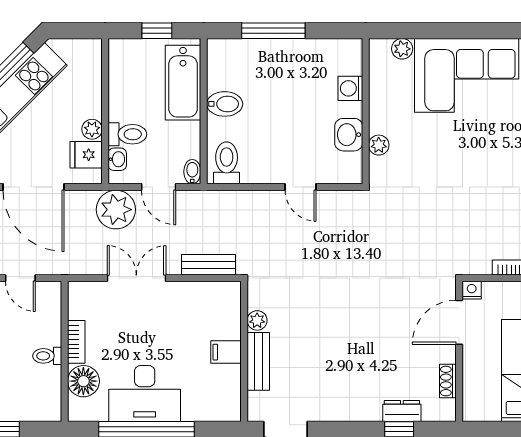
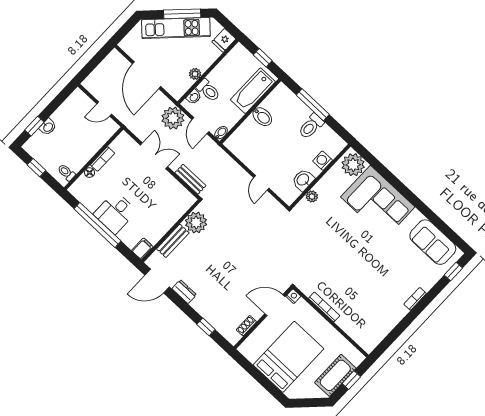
plant: (402, 49) -> (353, 165), width x1.87, depth x1.87
fridge: (86, 155) -> (224, 40), moved, turned -90
toilet: (227, 163) -> (311, 126), moved, turned 180
door: (20, 278) -> (104, 109), hinge flipped
plant: (257, 320) -> (196, 223), width x1.88, depth x1.88
filing cabinet: (226, 352) -> (142, 249), moved, turned 90
toilet: (47, 356) -> (66, 172), moved
floor lamp: (83, 381) -> (90, 173), width x0.53, depth x0.53
desk: (145, 394) -> (115, 213), width x0.73
dresser: (402, 411) -> (184, 292), moved

